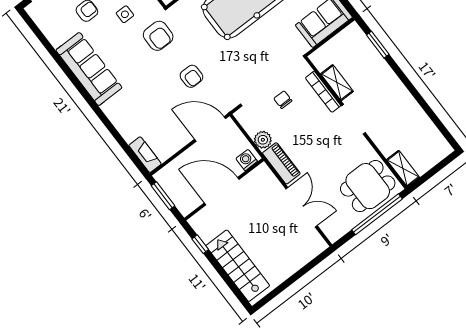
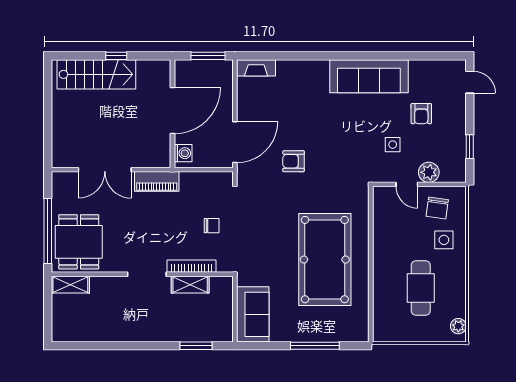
armchair: (158, 36) -> (351, 159), removed
plant: (263, 140) -> (190, 181), removed
window: (200, 244) -> (116, 56), moved

